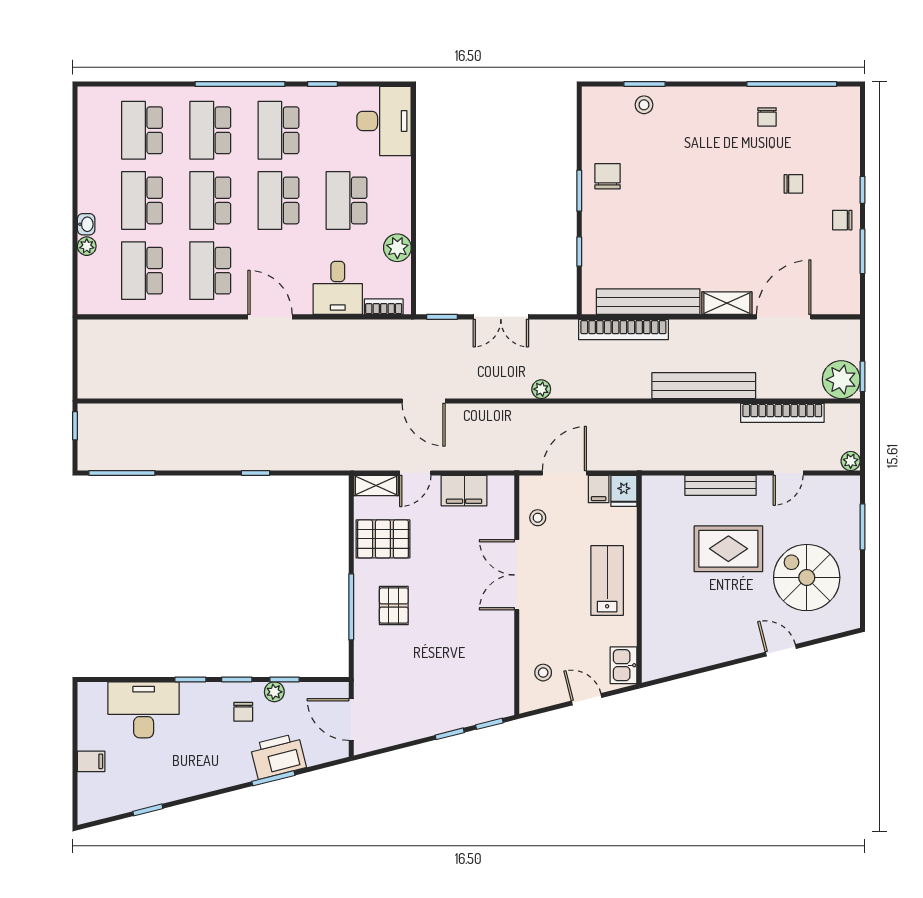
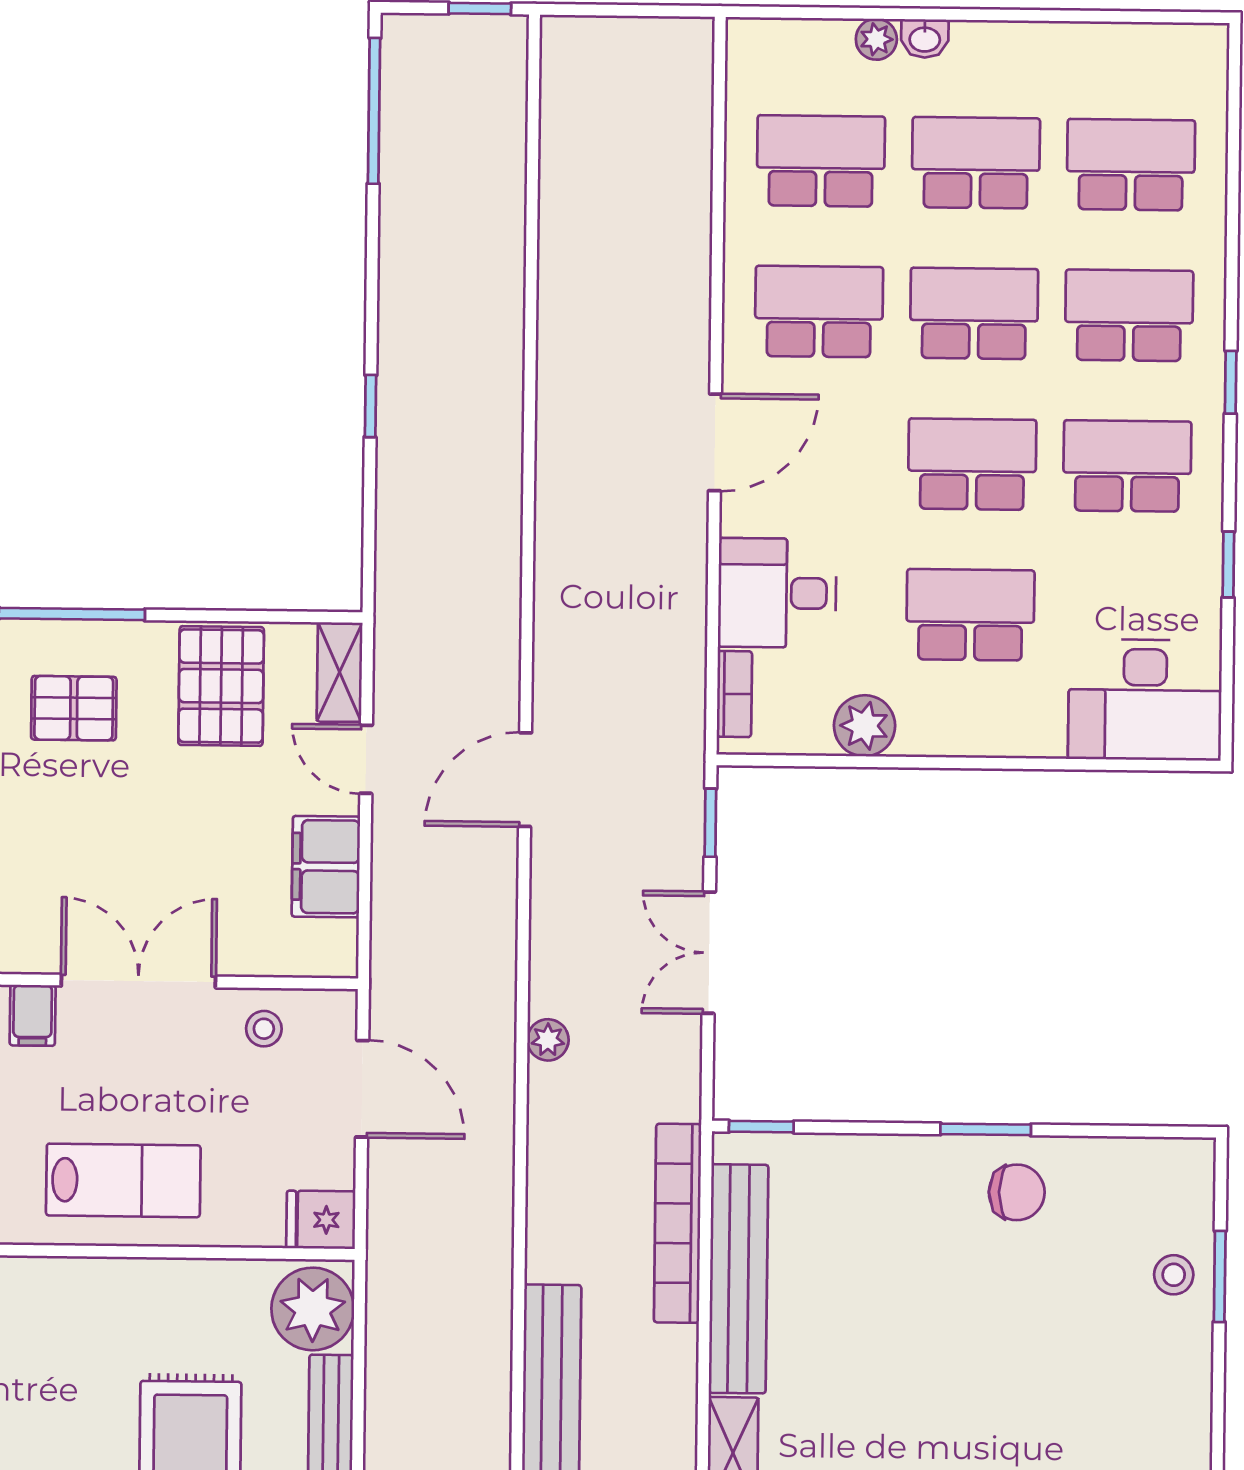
window: (240, 84) -> (1231, 382), width x0.32
window: (579, 252) -> (761, 1127), moved
filing cabinet: (599, 489) -> (33, 1015), moved, turned -90
plant: (664, 494) -> (313, 1309), added

